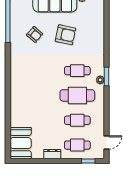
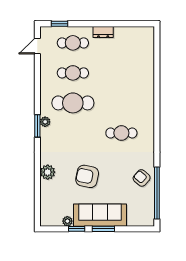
armchair: (35, 34) -> (142, 178), moved
plant: (98, 38) -> (48, 172), added
cafe table: (77, 71) -> (121, 133), moved
booth: (21, 143) -> (142, 45), removed

